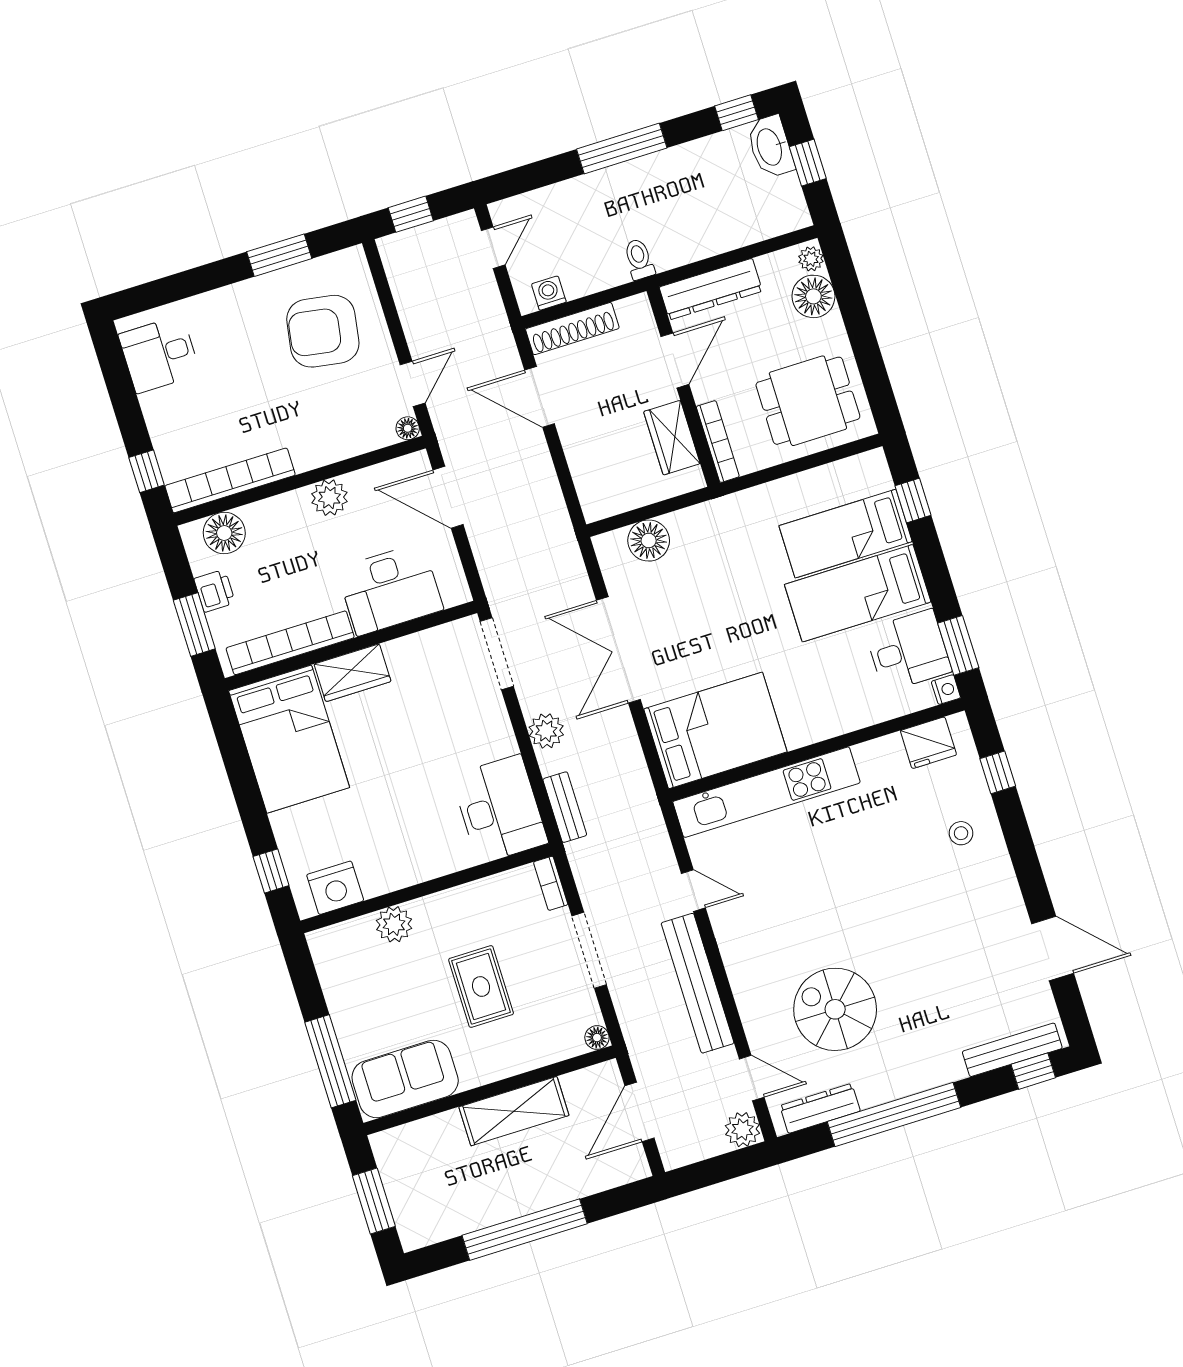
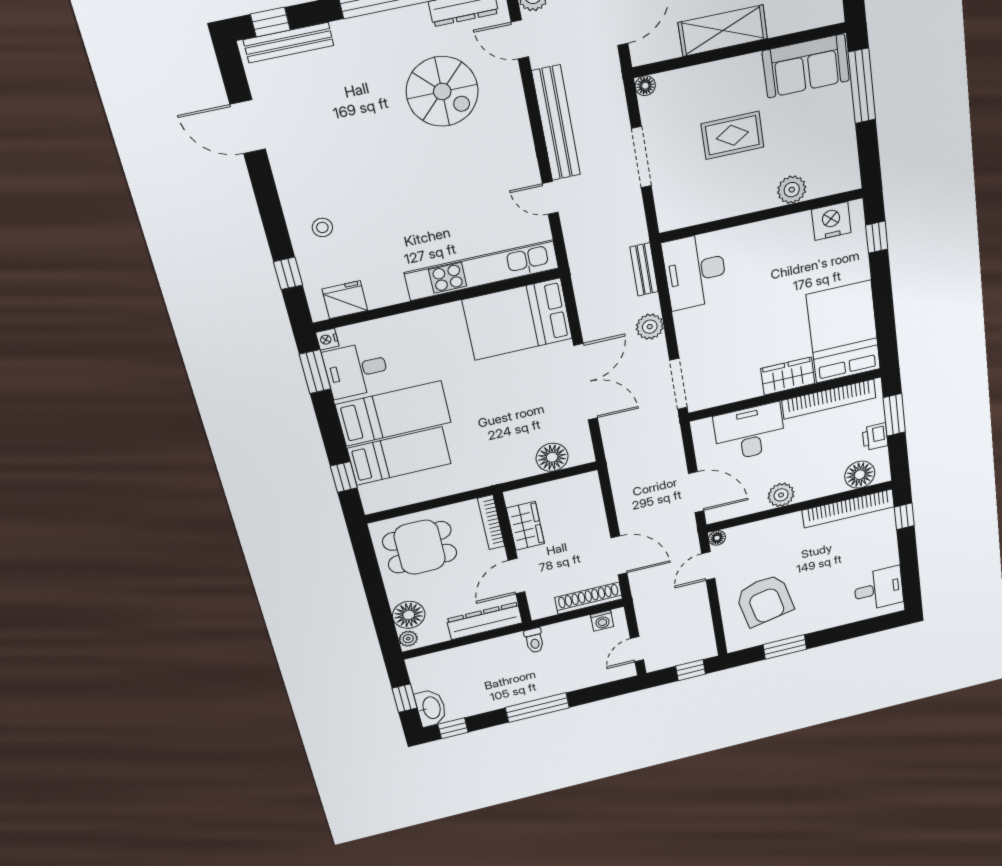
armchair: (323, 331) -> (765, 600), turned 69
bookcase: (551, 883) -> (664, 212), removed
rug: (481, 987) -> (732, 135), turned 90

